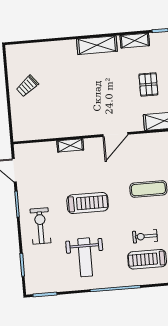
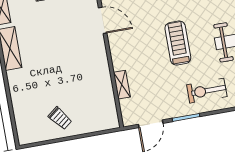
shelving: (70, 145) -> (122, 85), moved

